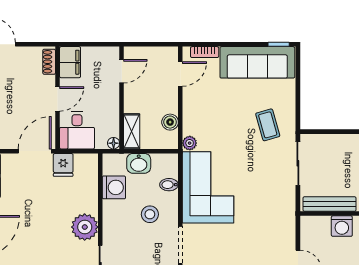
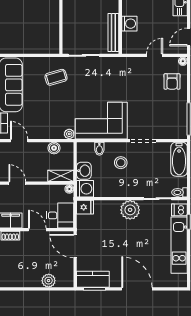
fridge: (63, 165) -> (85, 207), moved
washing machine: (114, 187) -> (85, 189), moved, turned 90

